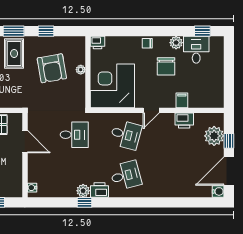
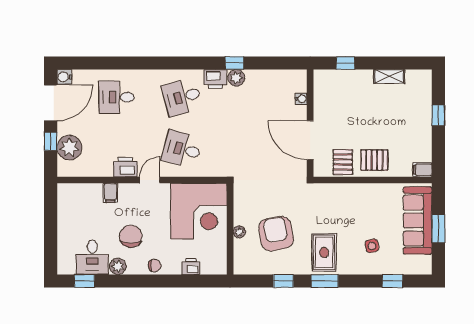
printer: (98, 43) -> (191, 266), moved
printer: (184, 121) -> (125, 167), moved
desk: (74, 135) -> (116, 97), moved
door: (25, 142) -> (310, 140), width x1.36
water cooler: (32, 188) -> (301, 99), moved

